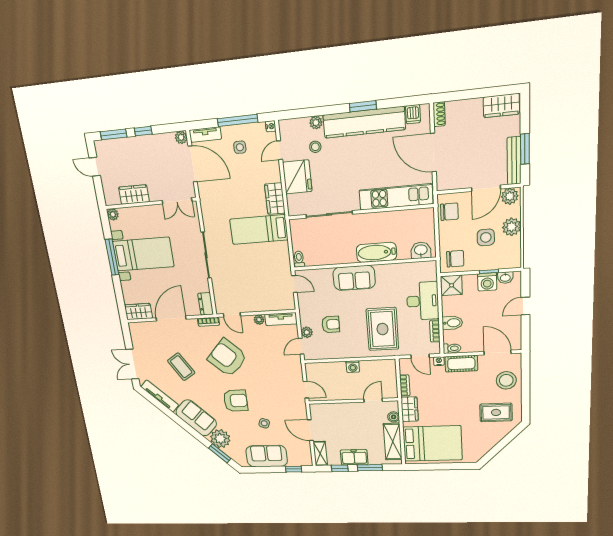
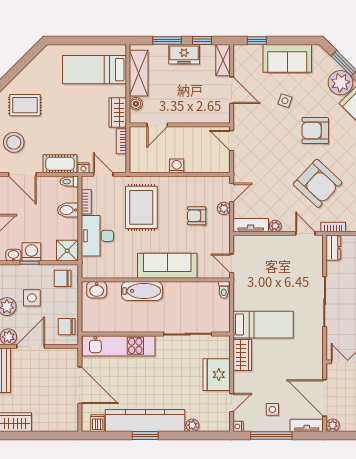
shoe rack: (439, 114) -> (73, 421), removed
stool: (315, 147) -> (195, 402), removed
sofa: (354, 278) -> (167, 266), width x1.36
bed: (432, 443) -> (94, 70), width x0.67

